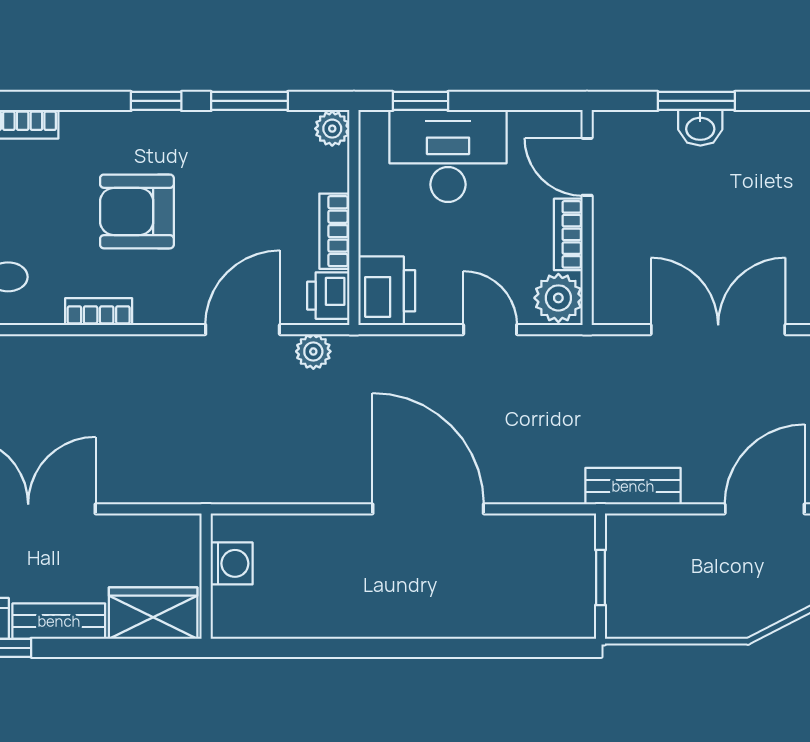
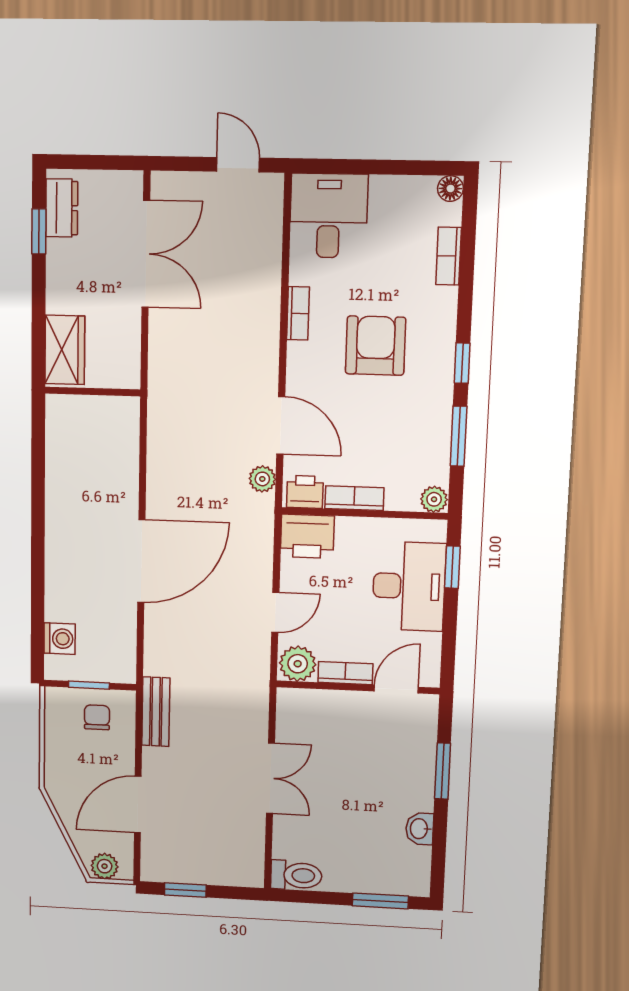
washbasin: (700, 128) -> (420, 829), moved
double door: (718, 330) -> (270, 778), width x0.73
door: (765, 509) -> (138, 805), swing flipped
washing machine: (232, 563) -> (60, 639), moved, turned -90
chair: (645, 566) -> (97, 717), added
bench: (59, 621) -> (59, 276), removed

